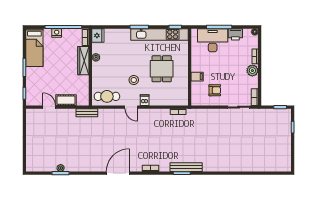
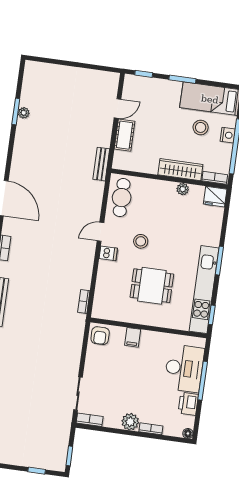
stool: (54, 51) -> (201, 127), added
armchair: (215, 90) -> (100, 336), moved

